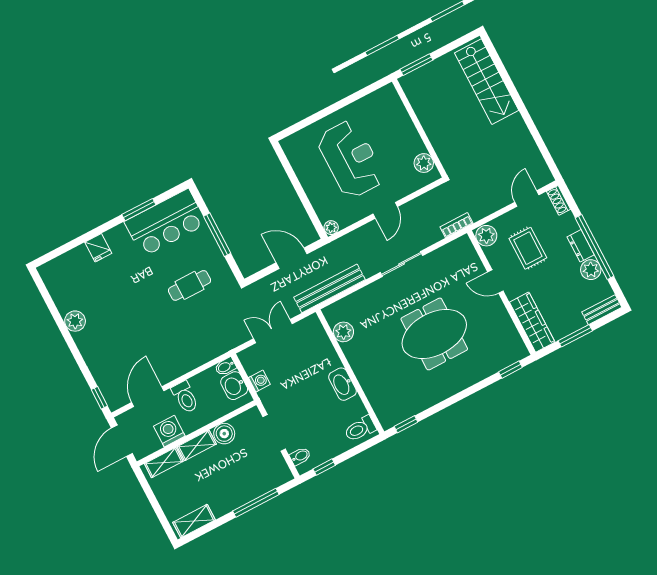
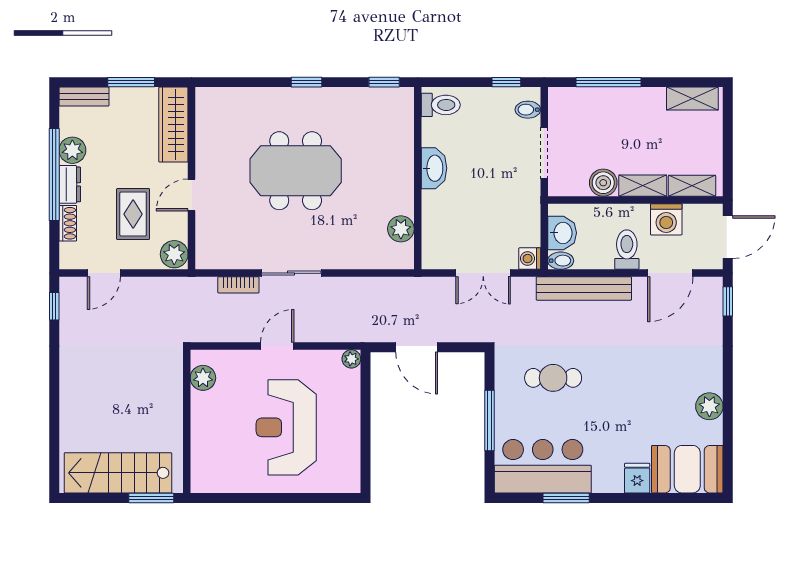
stairs: (487, 82) -> (118, 473), moved, turned -90
window: (548, 159) -> (54, 306), added
shoe rack: (558, 200) -> (68, 223), moved
bookcase: (456, 225) -> (238, 285), moved
booth: (68, 271) -> (687, 469), added
door: (495, 281) -> (192, 195), swing flipped
bench: (330, 288) -> (584, 288), moved
window: (510, 370) -> (307, 82), moved
washing machine: (259, 381) -> (530, 259), moved

